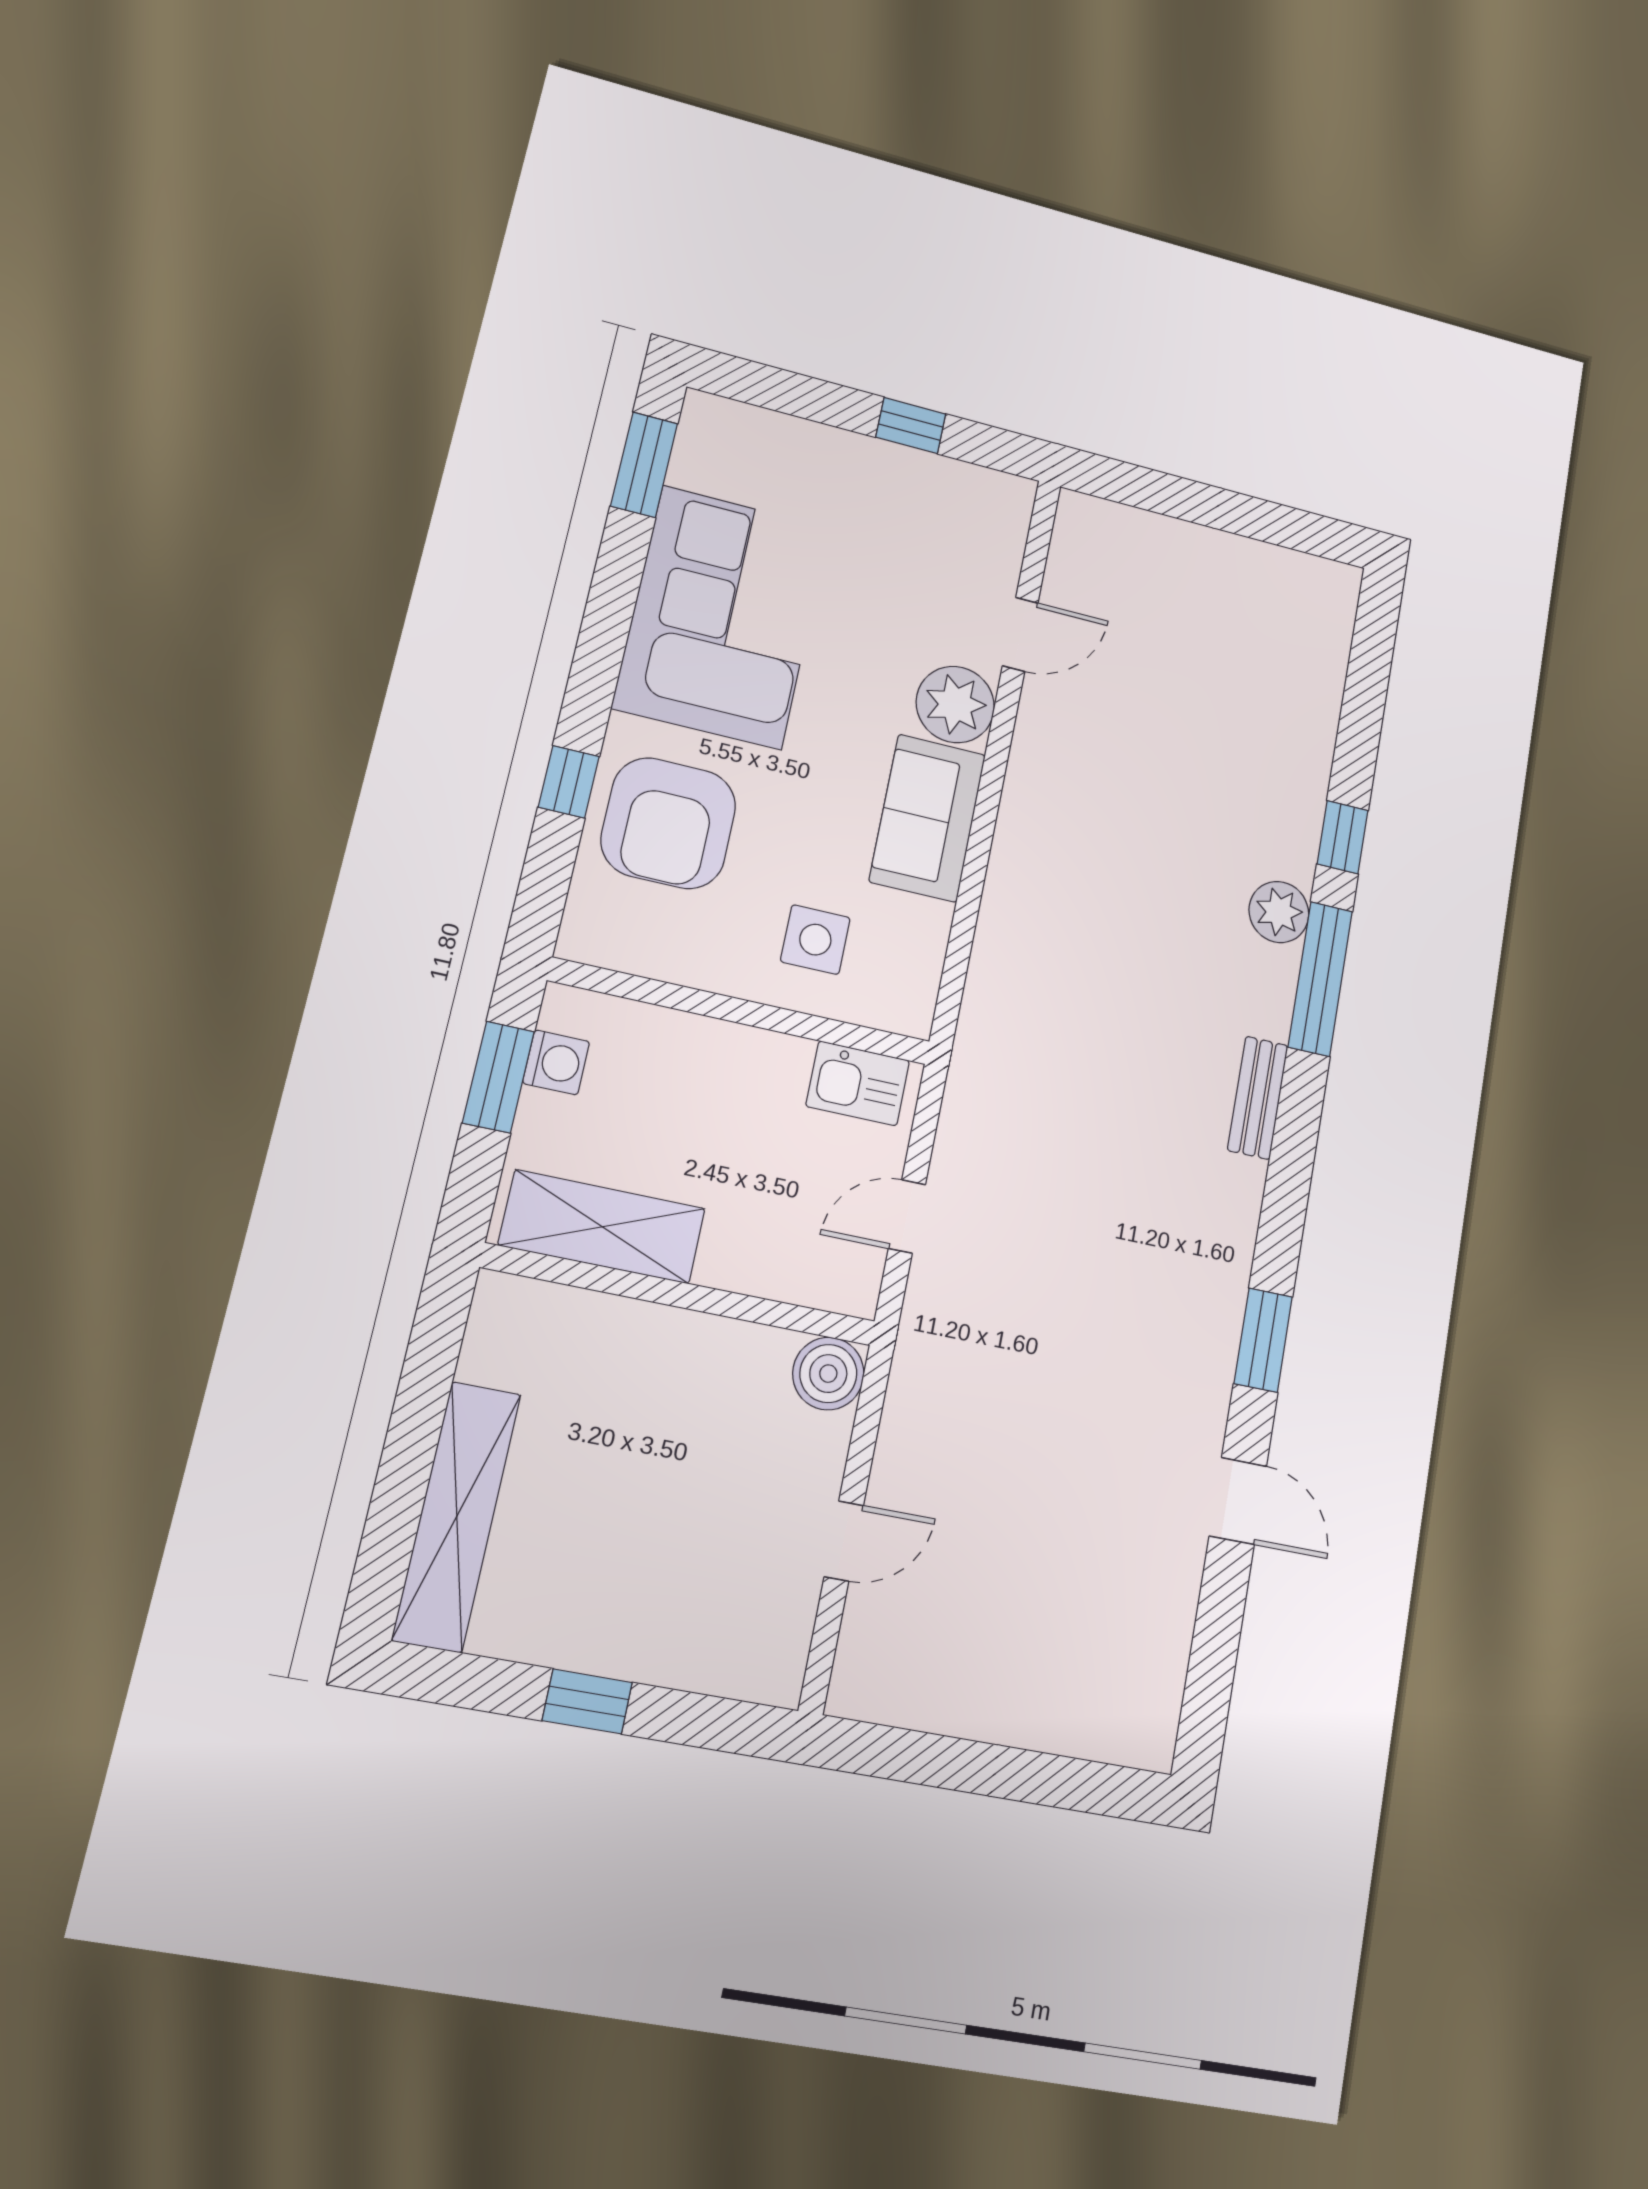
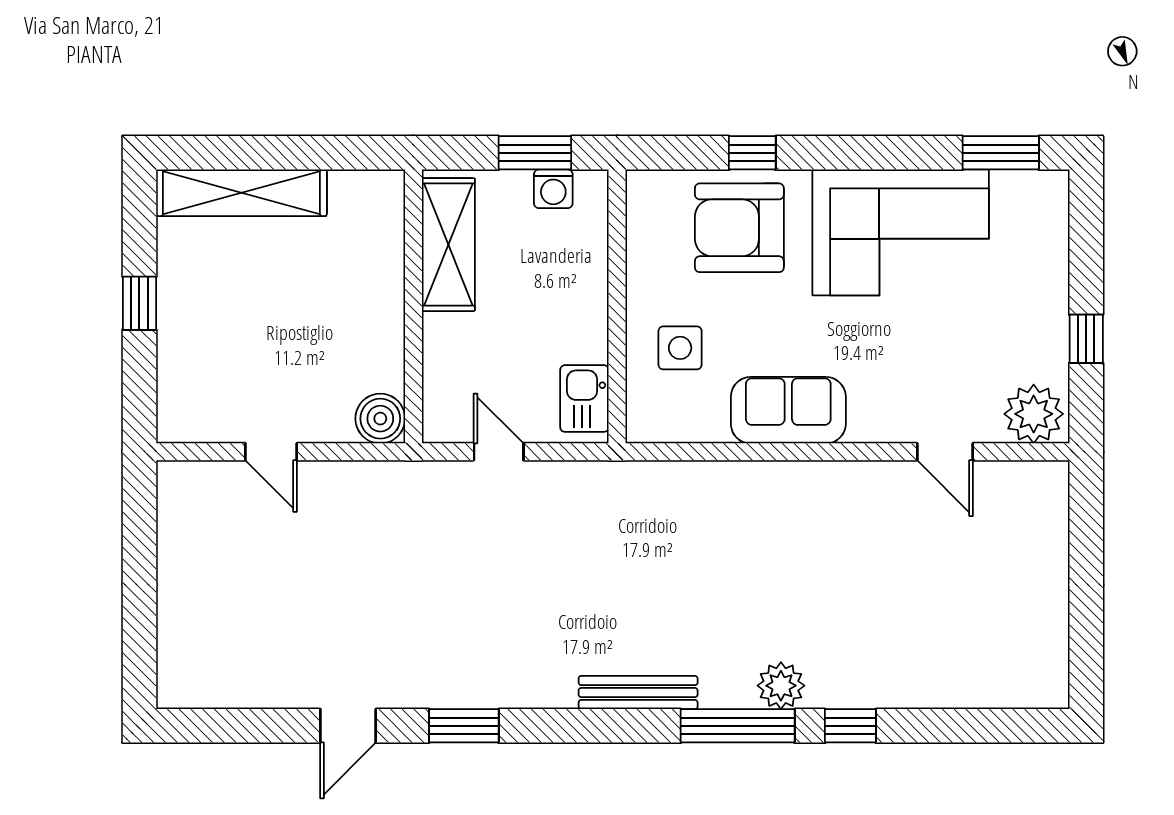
plant: (955, 704) -> (1034, 414), moved
bench: (1258, 1098) -> (638, 693), width x1.36

